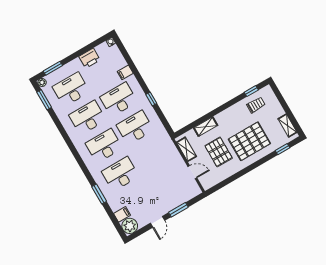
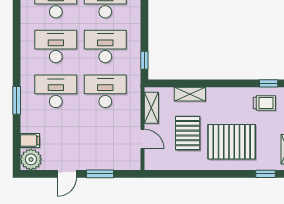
window: (151, 99) -> (144, 60), moved
desk: (151, 156) -> (105, 91), added

